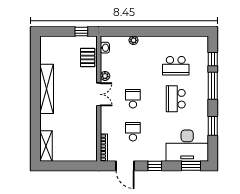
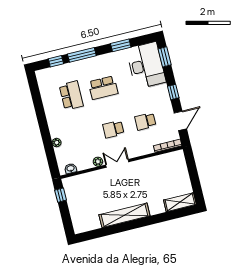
pallet: (88, 58) -> (84, 183), removed

